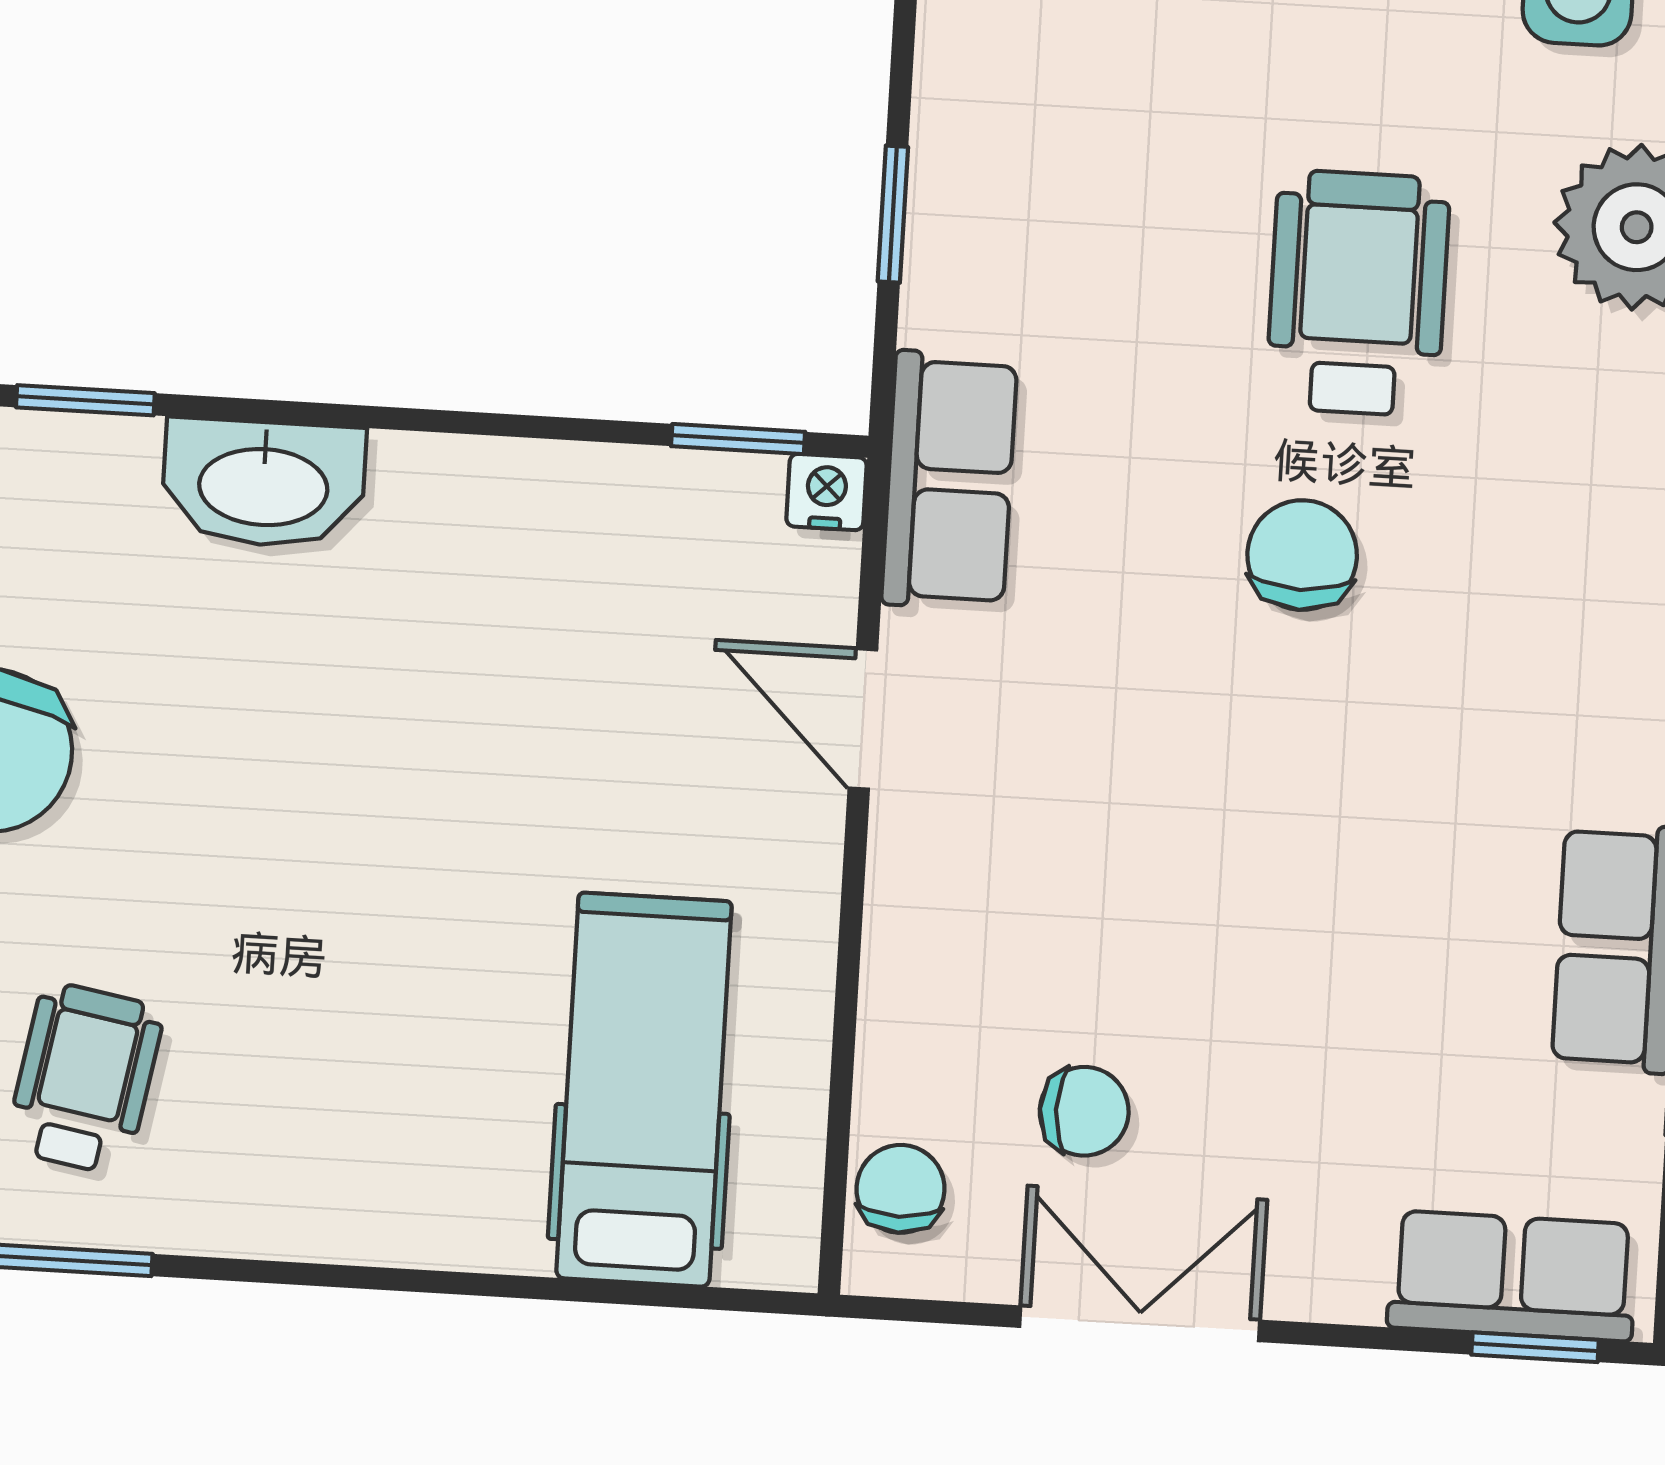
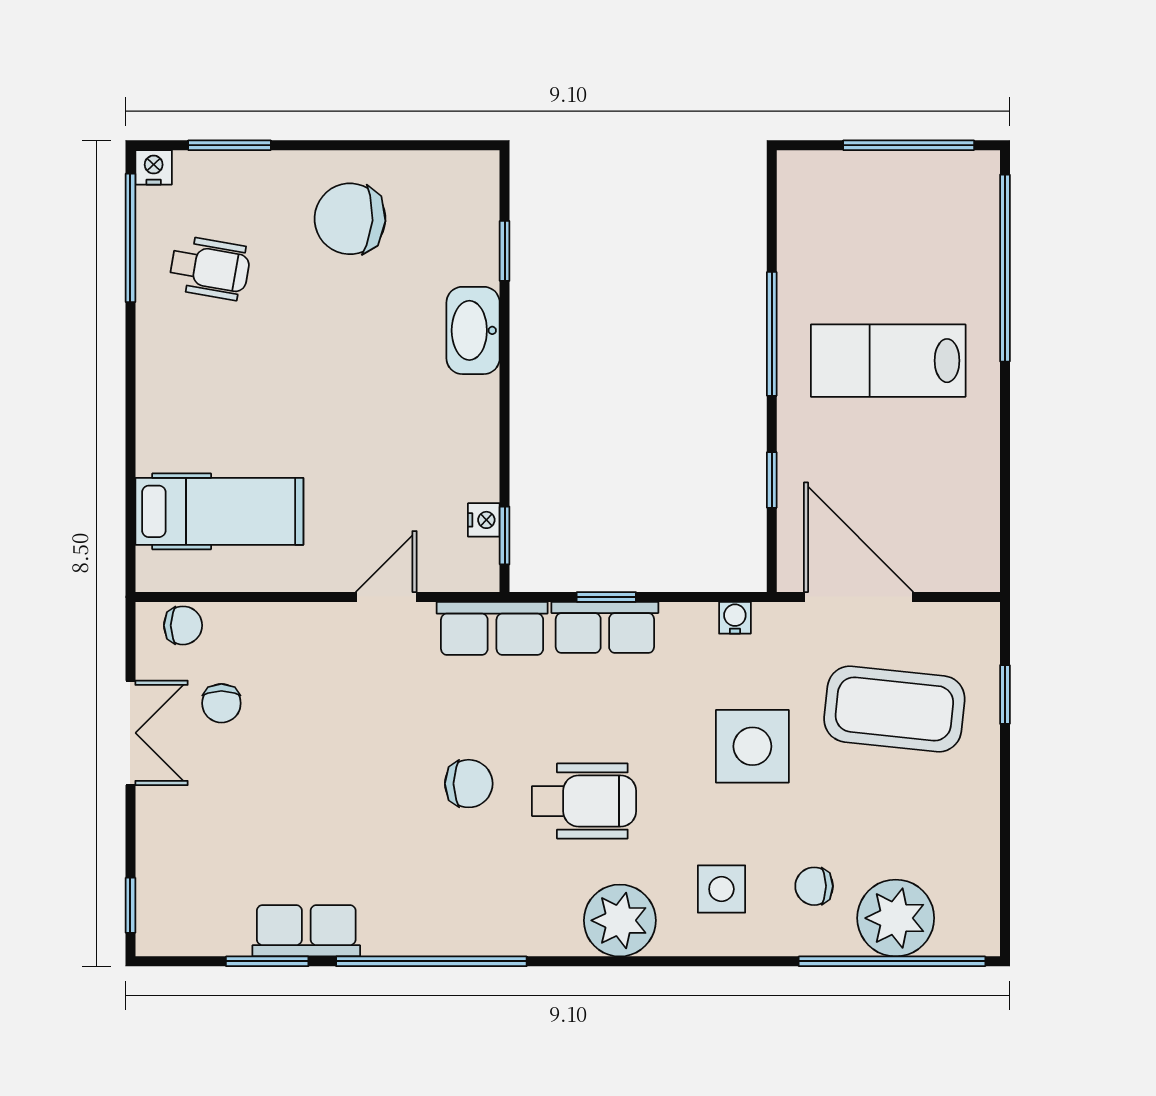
nightstand: (827, 492) -> (484, 520), moved
row of seats: (1512, 1276) -> (605, 627), moved, turned 90

